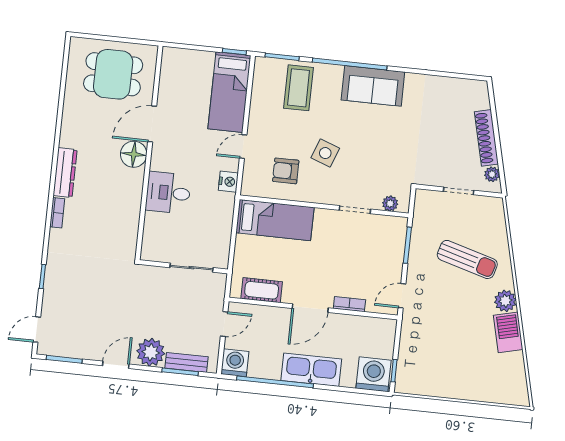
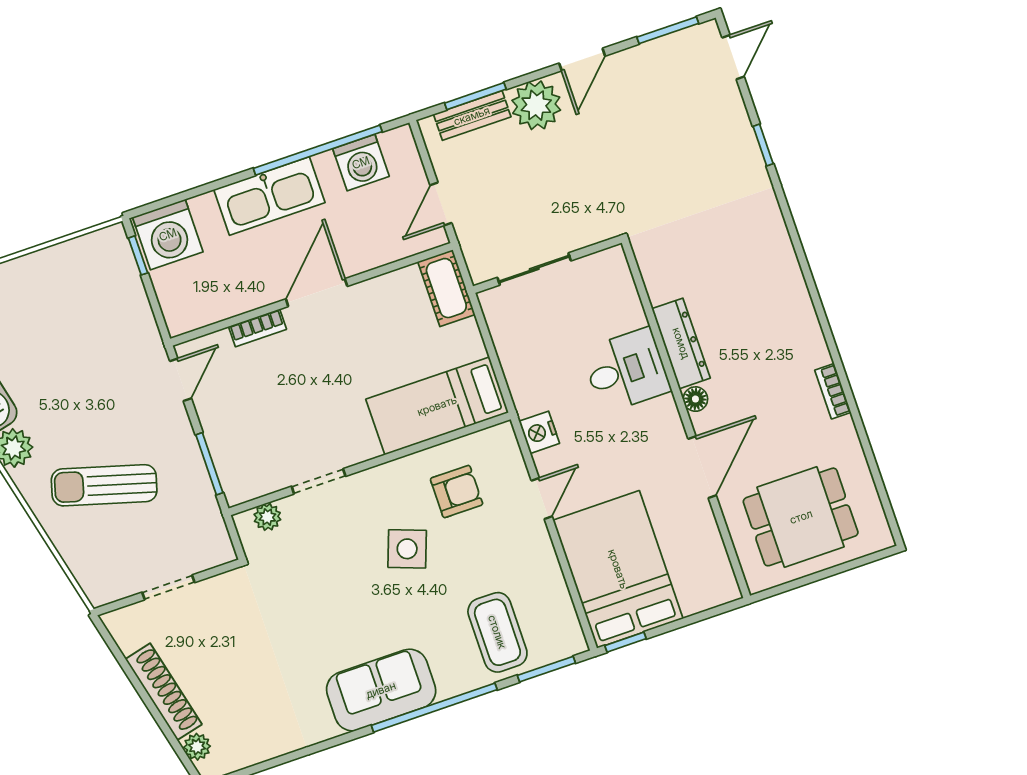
bed: (229, 92) -> (618, 569), width x1.50
floor lamp: (134, 154) -> (695, 399), width x0.53, depth x0.53
dresser: (65, 173) -> (681, 343), moved, turned 180
plant: (492, 174) -> (197, 747), moved
bookcase: (57, 213) -> (833, 391), moved
cot: (262, 290) -> (446, 288), moved, turned 90
washing machine: (235, 363) -> (361, 163), moved

